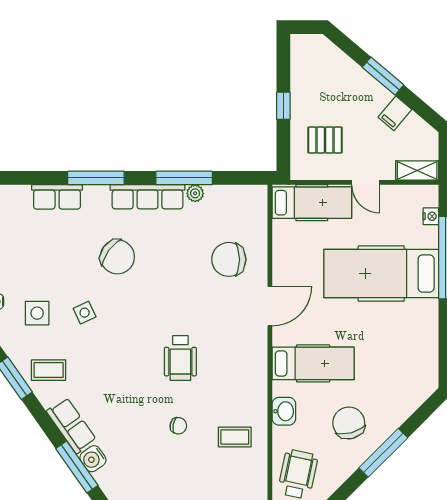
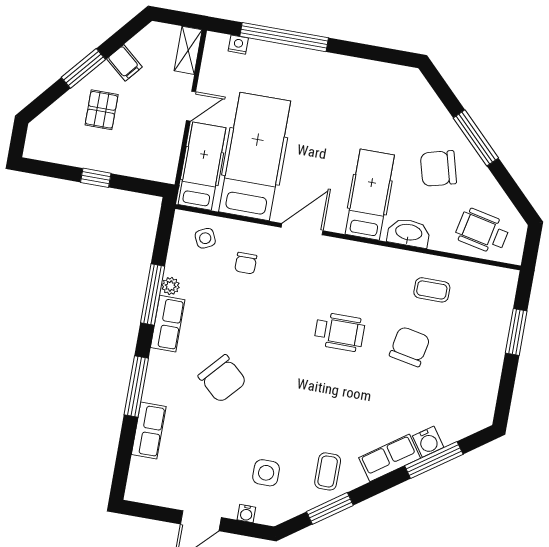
pallet: (325, 140) -> (102, 110), moved
row of seats: (147, 197) -> (168, 324), width x0.68
chair: (117, 257) -> (222, 379), turned 96
chair: (229, 259) -> (246, 263), width x0.54, depth x0.54
hospital bed: (381, 274) -> (255, 156), moved, turned 180
door: (270, 306) -> (302, 229), hinge flipped
side table: (85, 313) -> (205, 238), moved
washbasin: (284, 411) -> (409, 233), width x1.38
chair: (178, 426) -> (410, 347), width x1.87, depth x1.87
coffee table: (235, 437) -> (432, 290), turned 90

